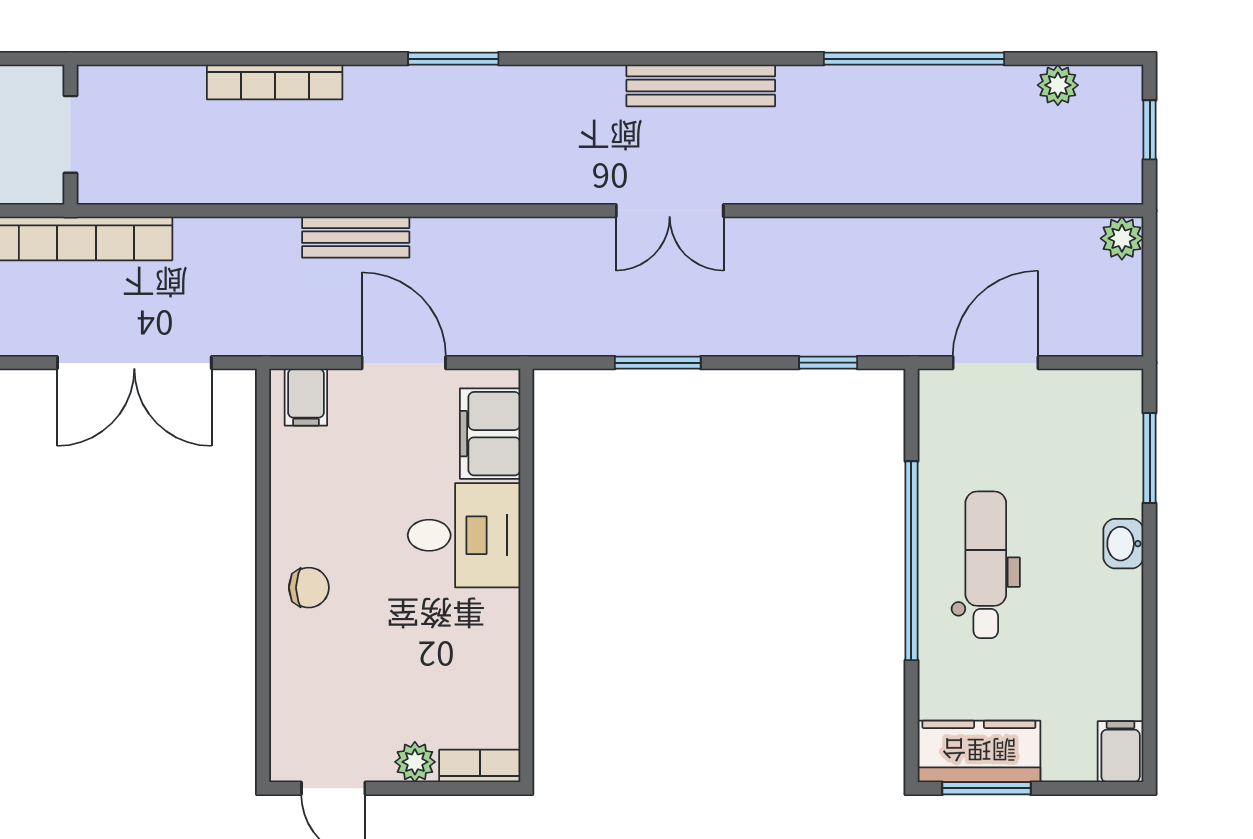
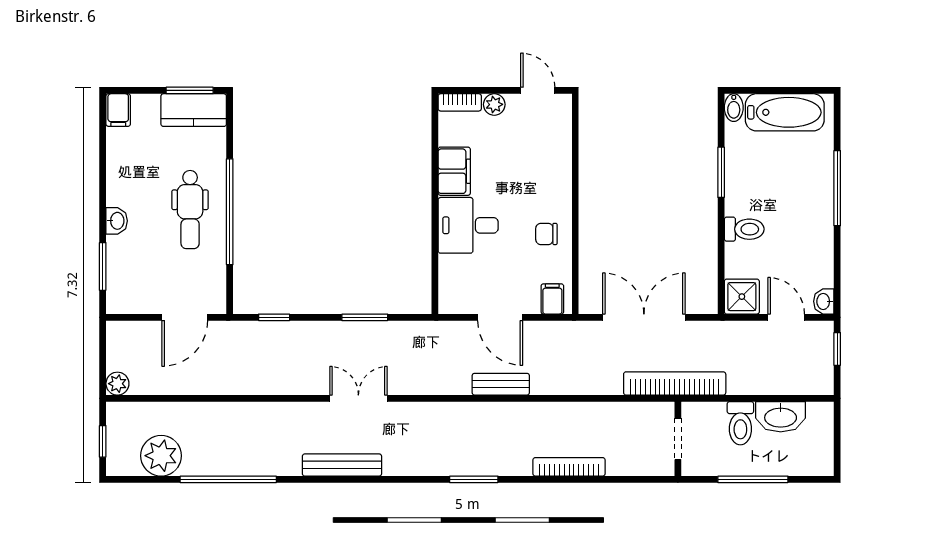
plant: (1058, 85) -> (161, 456), width x1.88, depth x1.88
bench: (356, 237) -> (501, 384), moved
filing cabinet: (490, 434) -> (454, 171), moved
chair: (309, 588) -> (546, 234), moved

